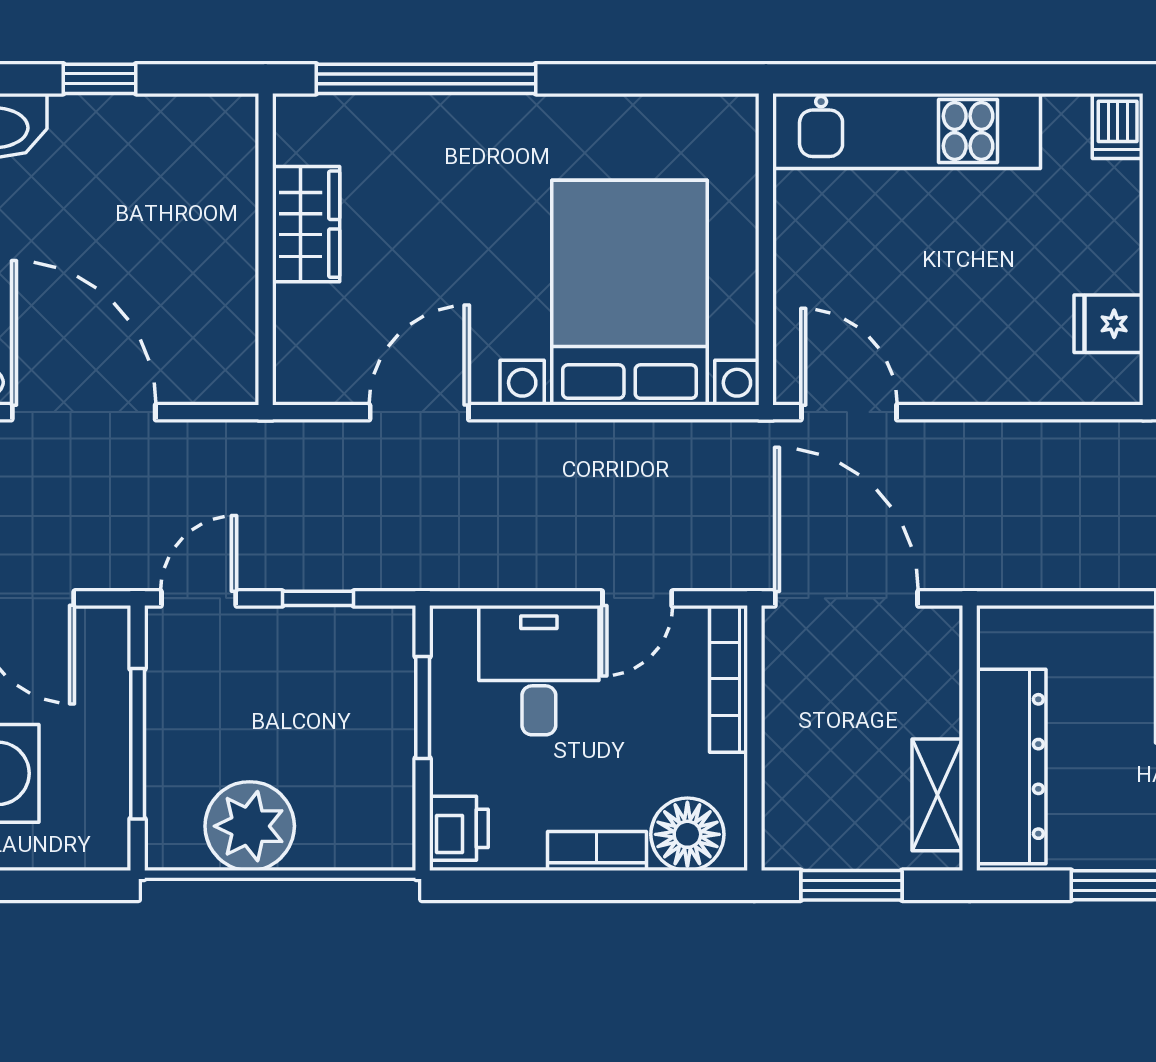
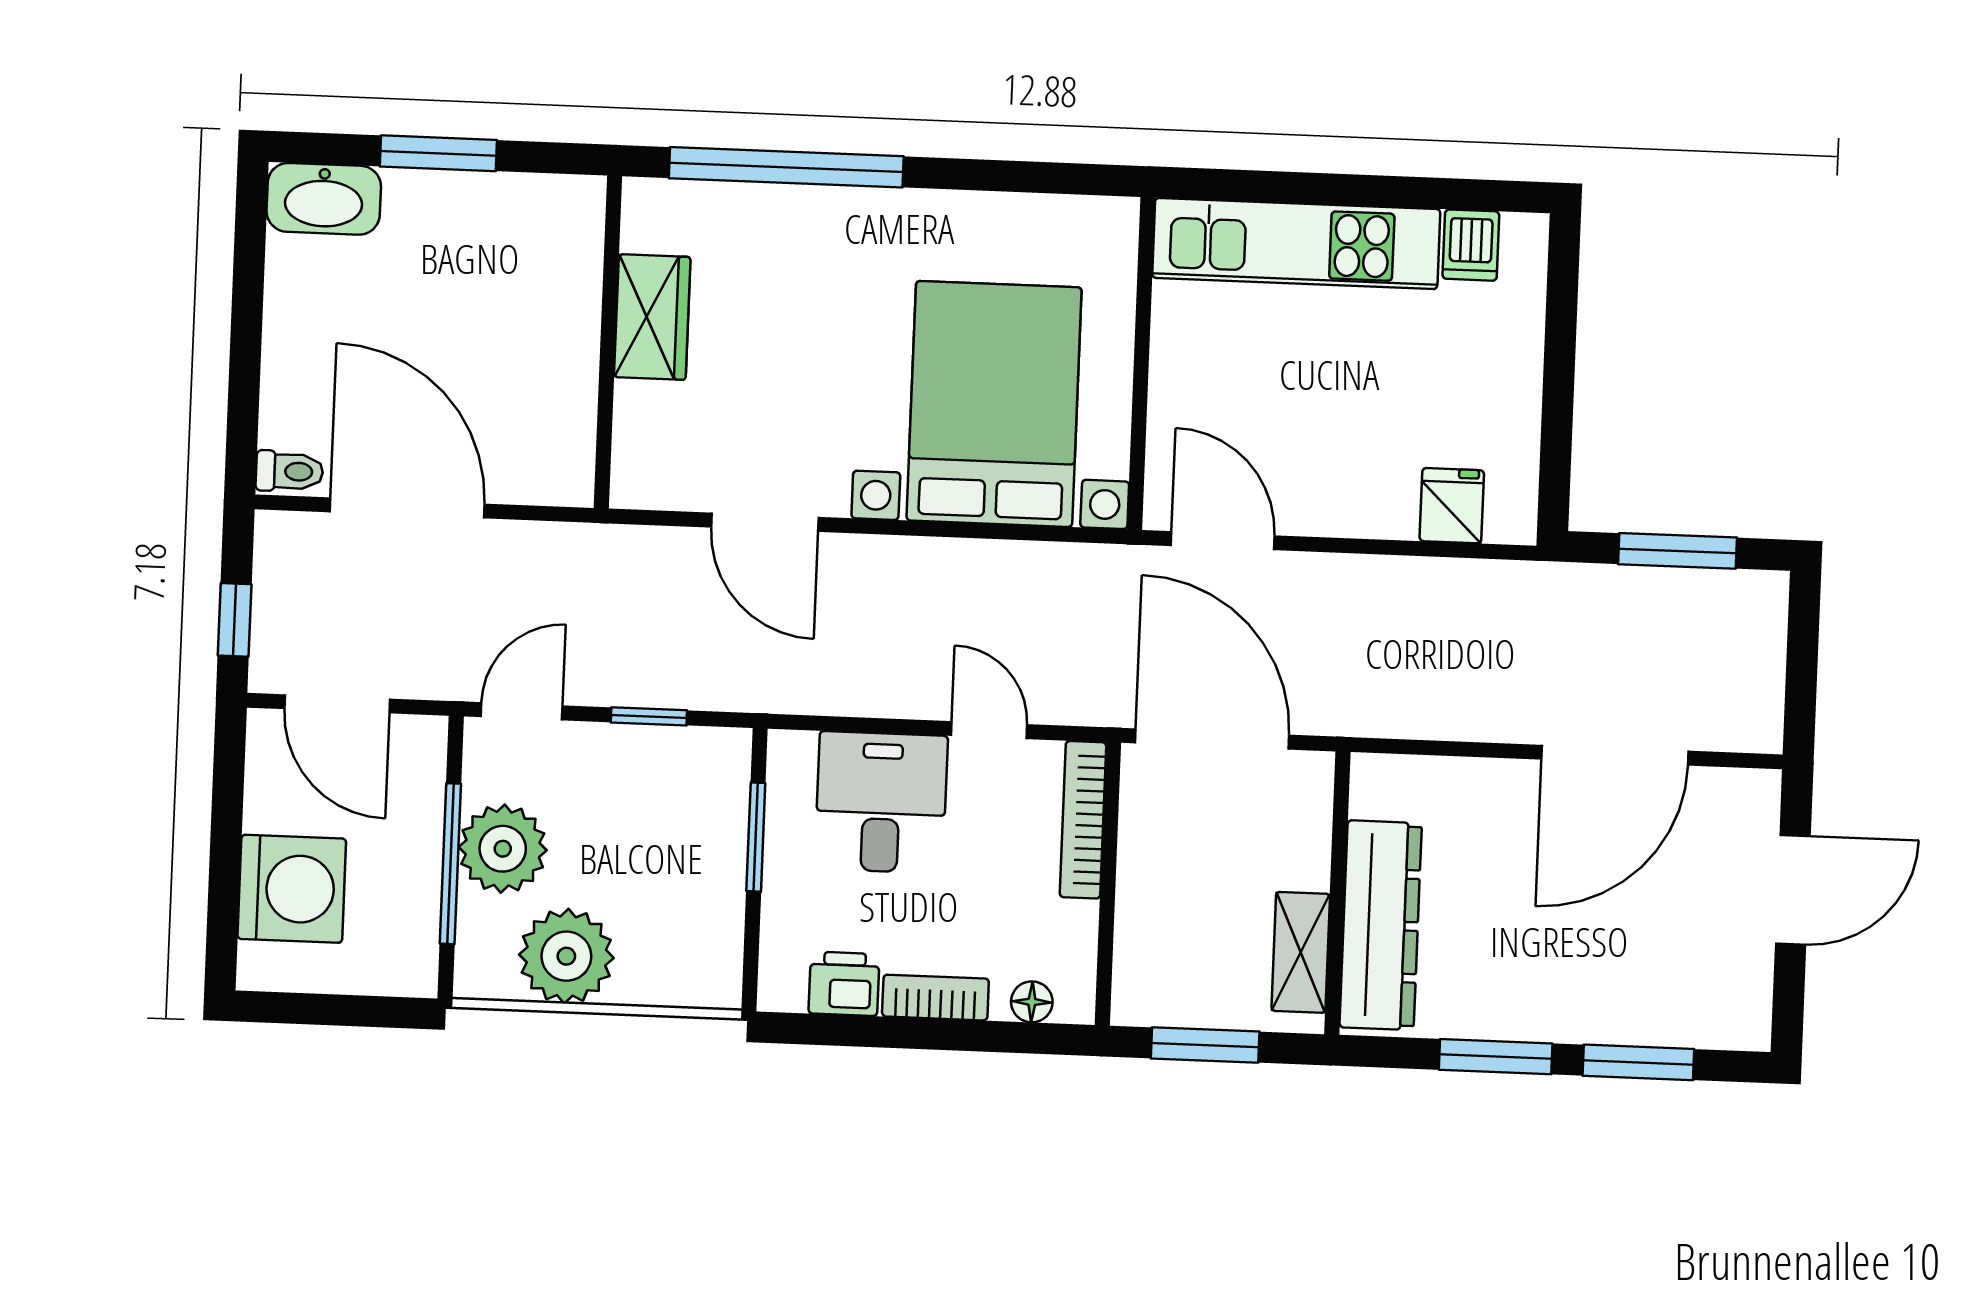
window: (100, 79) -> (438, 153), width x1.50
dishwasher: (1118, 126) -> (1471, 245), moved
fridge: (1109, 324) -> (1452, 506), moved, turned 90
door: (419, 412) -> (765, 522), swing flipped
door: (637, 598) -> (989, 730), swing flipped
plant: (186, 728) -> (503, 849), added
printer: (459, 828) -> (844, 984), moved, turned -90
floor lamp: (687, 834) -> (1032, 1002), width x0.53, depth x0.53

